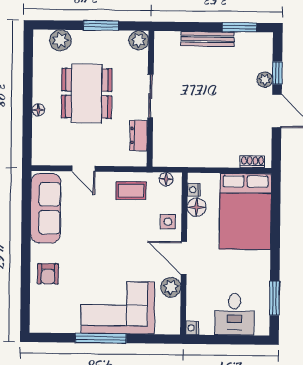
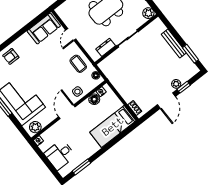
sofa: (46, 208) -> (44, 29), width x0.73
bed: (245, 211) -> (113, 126), width x0.67
plant: (171, 287) -> (35, 127), moved

